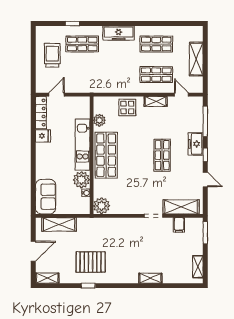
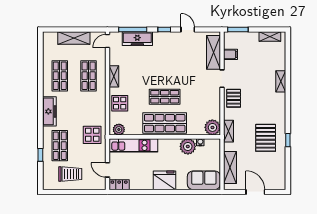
trolley: (52, 55) -> (70, 174), turned 180
display table: (94, 78) -> (92, 135), added
door: (181, 95) -> (107, 41), moved
locker: (41, 112) -> (119, 185), width x0.66
plant: (99, 120) -> (119, 130), moved
fridge: (43, 136) -> (165, 180), moved, width x1.88, depth x1.34
freezer: (196, 144) -> (137, 39), moved, width x1.40
kitchen unit: (83, 145) -> (133, 145), moved
shop shelf: (162, 155) -> (165, 97), moved
door: (205, 180) -> (188, 29), hinge flipped
pallet: (133, 228) -> (234, 98), added
shelving: (47, 278) -> (228, 131), moved

